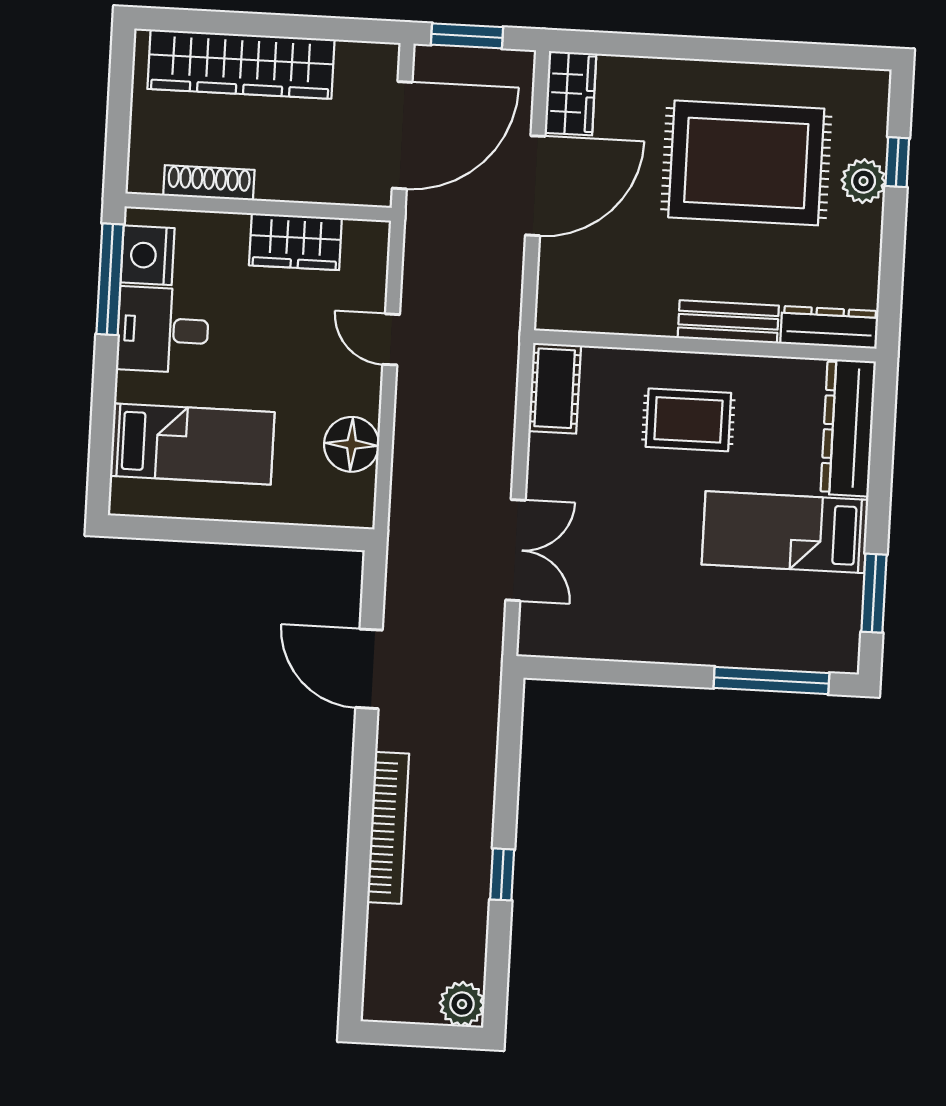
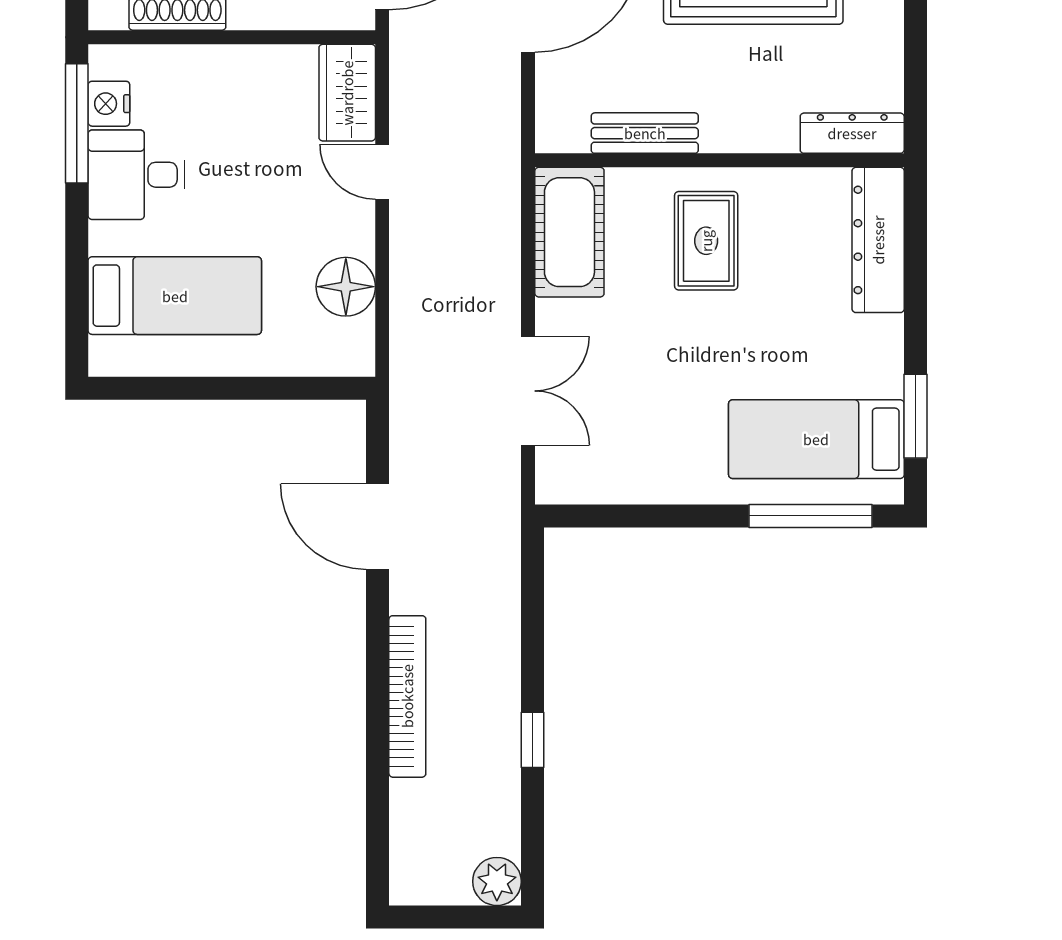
wardrobe: (295, 242) -> (347, 93), moved, turned 90
nightstand: (148, 255) -> (109, 104), width x0.74, depth x0.75
bench: (728, 322) -> (645, 133), moved
cot: (555, 388) -> (569, 232), width x1.37, depth x1.34
rug: (688, 420) -> (706, 241), turned 90
bed: (785, 532) -> (816, 439), moved

